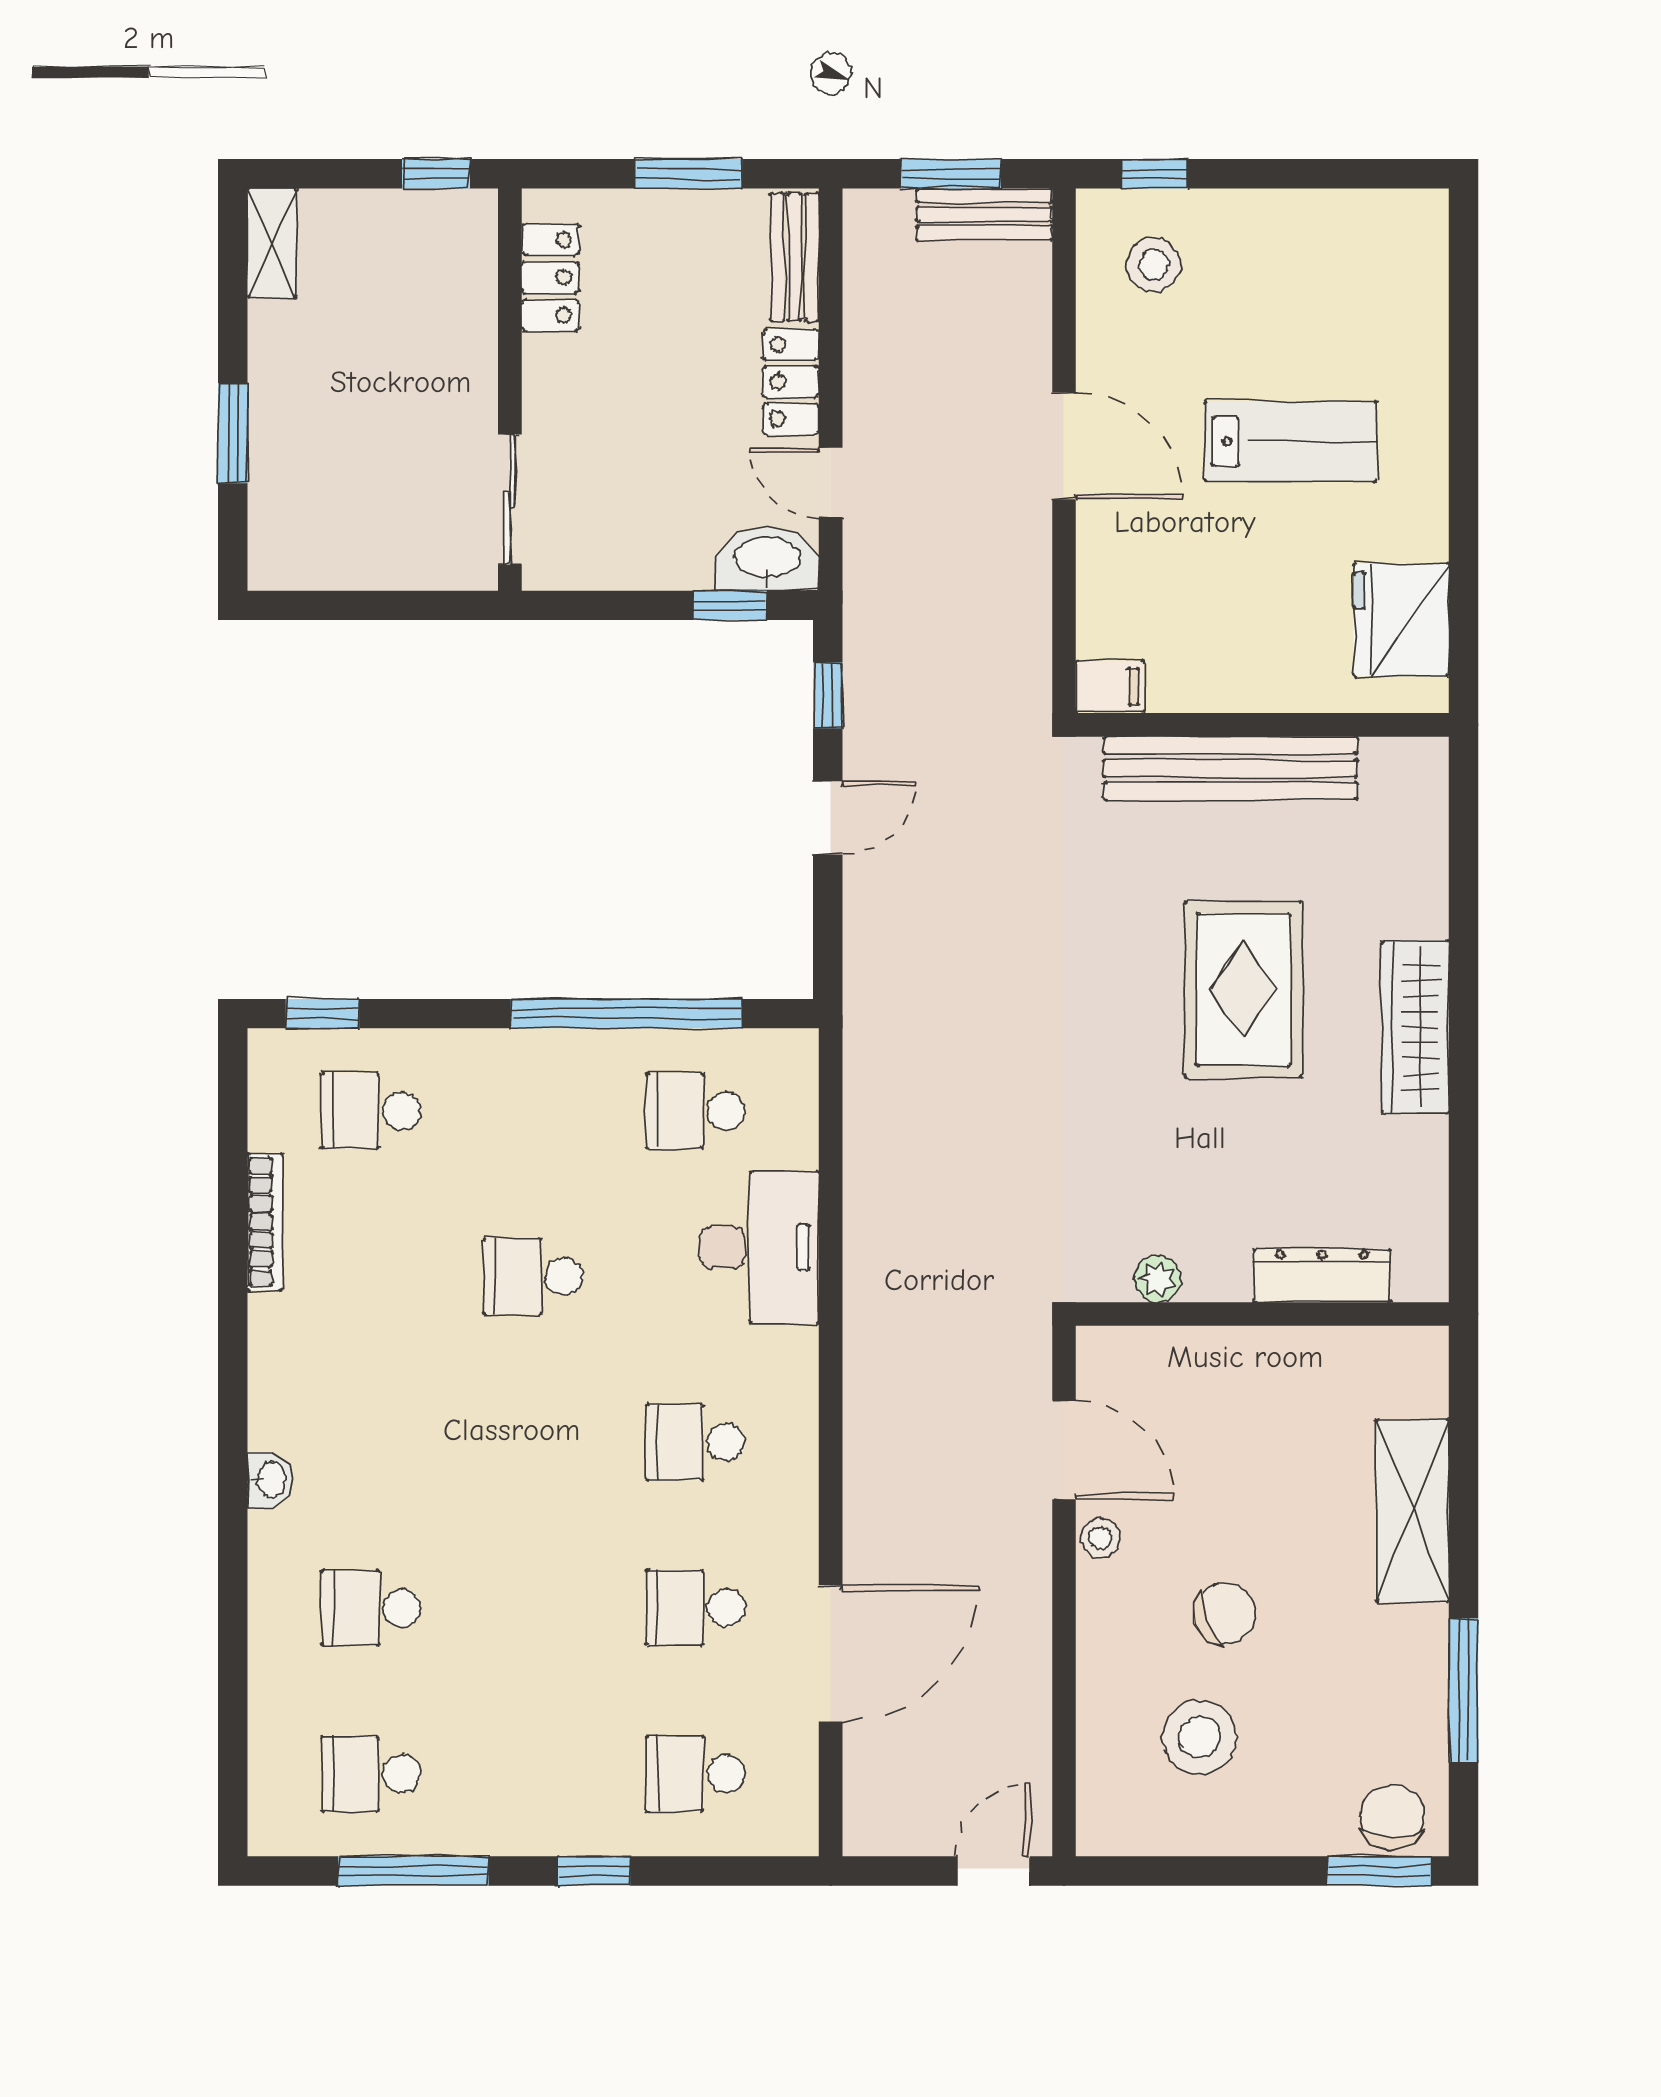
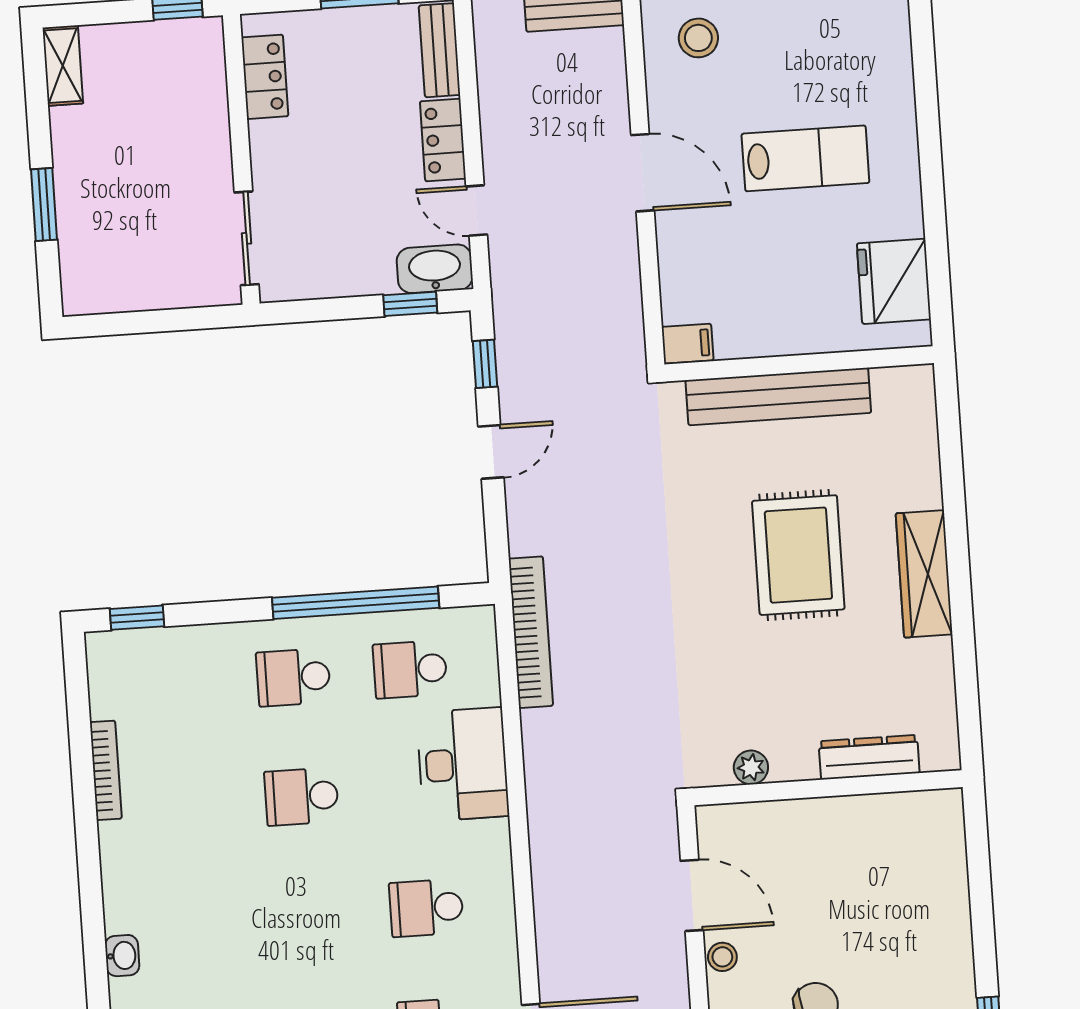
bookcase: (866, 1071) -> (531, 632), added
school desk: (371, 1111) -> (293, 677), moved
shelving: (1412, 1511) -> (946, 922), removed

